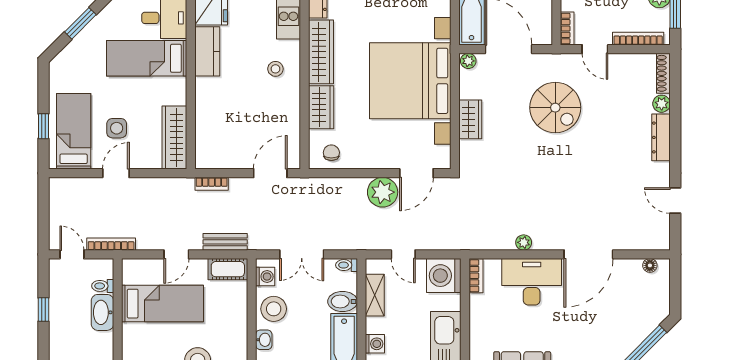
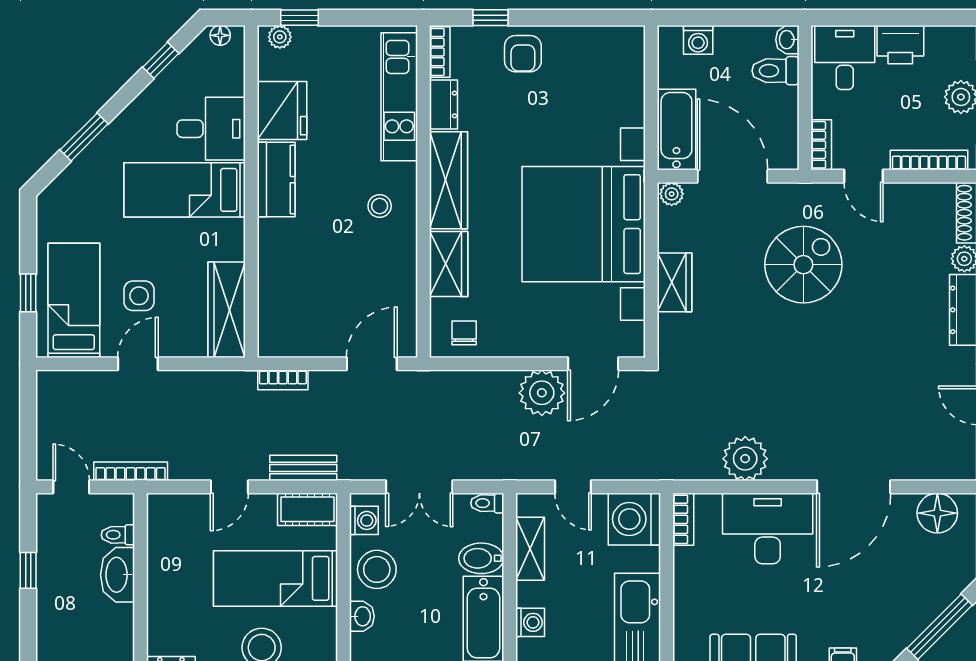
spiral stairs: (555, 108) -> (803, 265), turned -90
plant: (524, 242) -> (745, 459), width x1.88, depth x1.88
floor lamp: (650, 265) -> (937, 513), width x1.89, depth x1.89
bed: (163, 304) -> (275, 578), moved, turned 180

